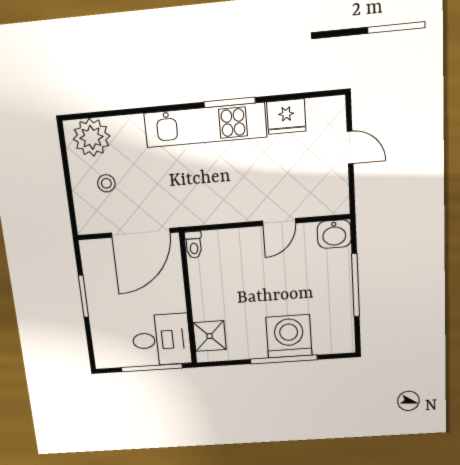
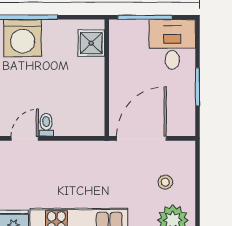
toilet: (194, 245) -> (46, 125), moved
desk: (161, 340) -> (172, 44), moved, turned 90

